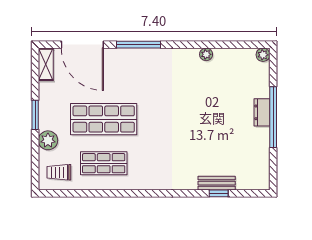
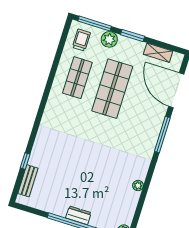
door: (82, 45) -> (176, 90), hinge flipped
shelving: (46, 64) -> (158, 53), moved
window: (35, 163) -> (95, 24), added
bench: (217, 183) -> (28, 181), moved

